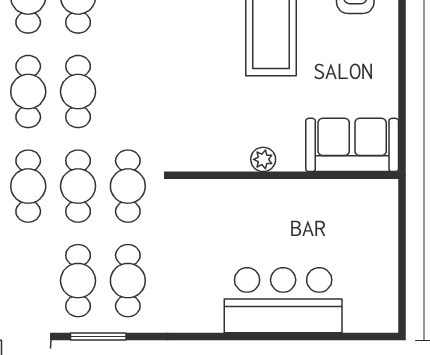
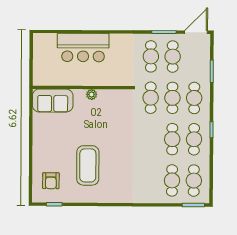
sofa: (352, 145) -> (53, 101), moved
plant: (263, 159) -> (92, 94), moved
wall: (285, 175) -> (82, 87), moved

